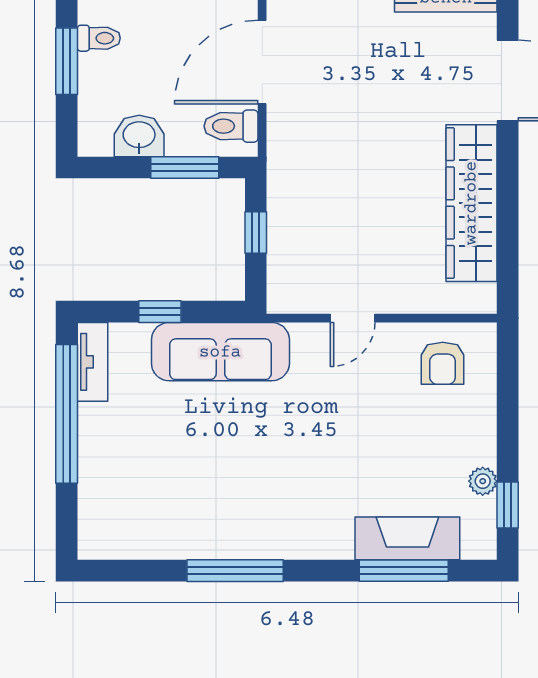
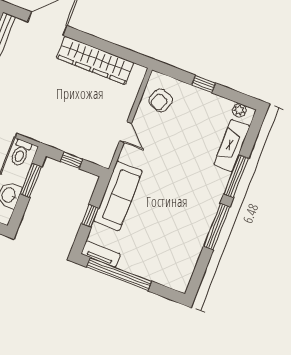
armchair: (443, 363) -> (161, 100), turned 112
plant: (483, 481) -> (239, 110), moved
window: (508, 505) -> (204, 84), moved
window: (404, 571) -> (236, 176), moved

